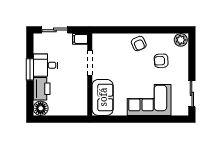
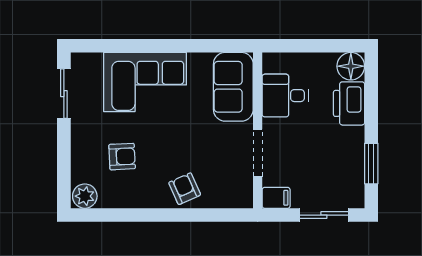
armchair: (139, 44) -> (185, 189), moved
desk: (46, 65) -> (285, 96), moved, turned 180
window: (30, 69) -> (371, 164), moved

